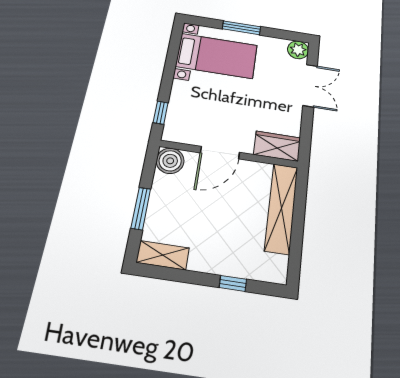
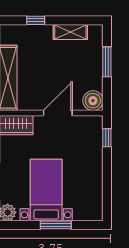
bed with nightstands: (217, 56) -> (46, 190), moved, turned 90
shelving: (163, 255) -> (70, 32), moved

